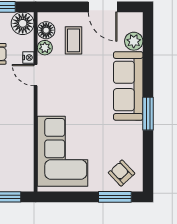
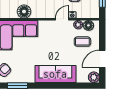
floor lamp: (23, 23) -> (24, 12), moved
plant: (134, 41) -> (94, 77), moved
window: (148, 114) -> (17, 86), moved

